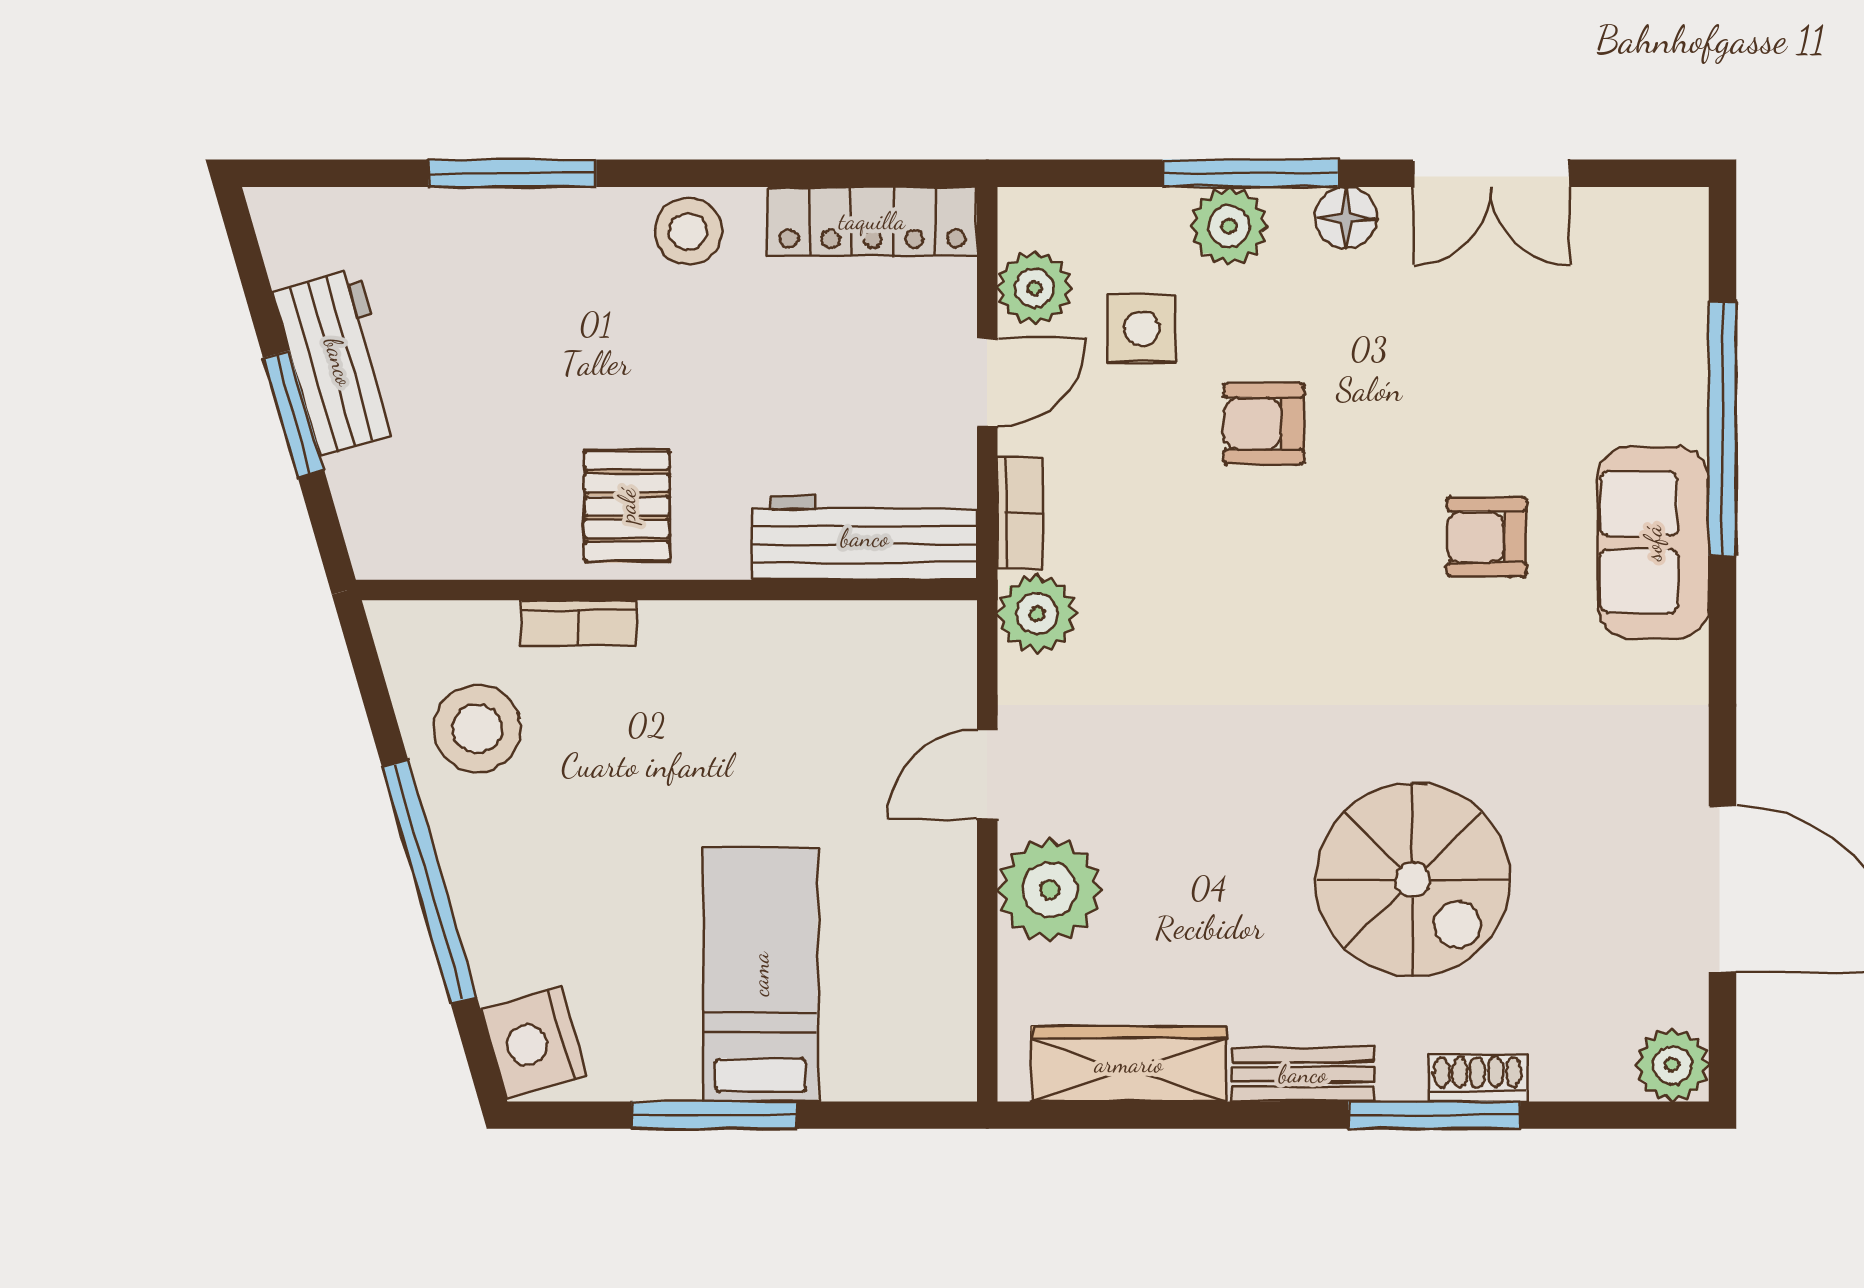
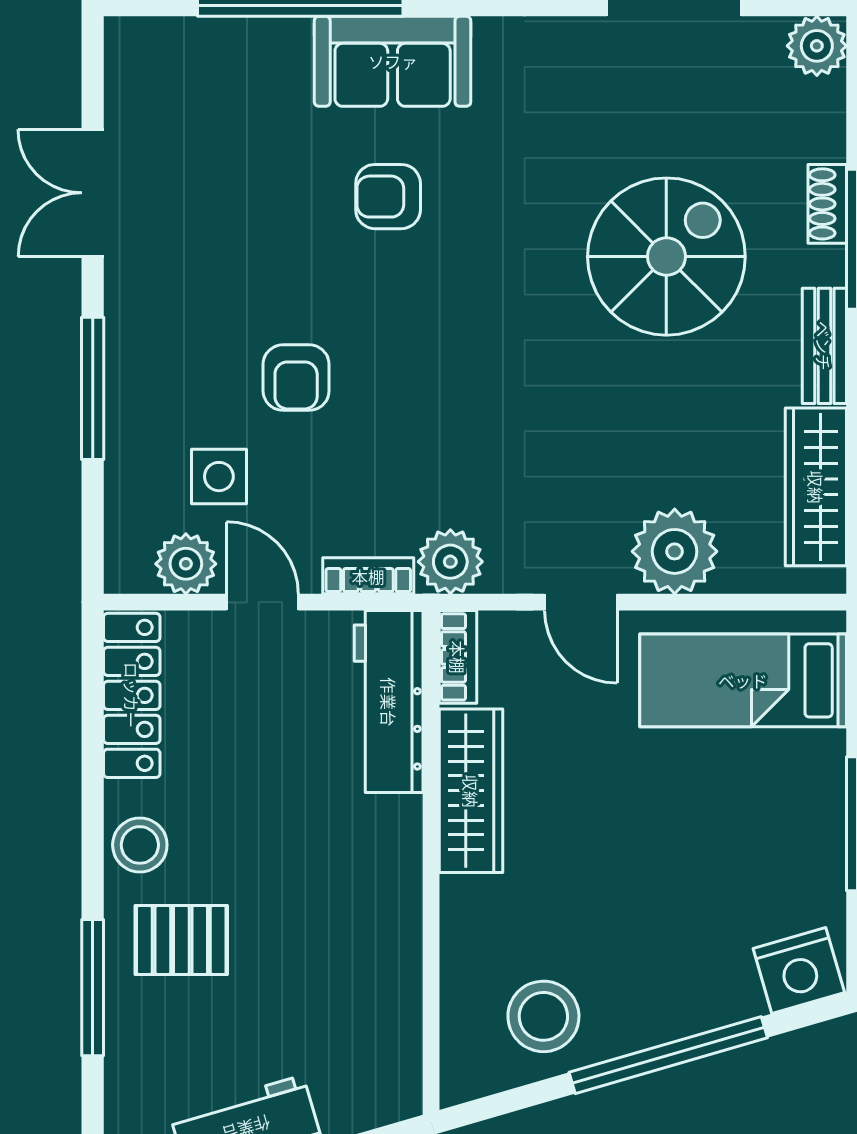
double door: (1491, 173) -> (93, 193), swing flipped
floor lamp: (1346, 218) -> (129, 311), removed
plant: (1229, 226) -> (136, 406), removed
pallet: (627, 506) -> (181, 940), moved
armchair: (1487, 537) -> (388, 197), turned 90
bookcase: (579, 623) -> (458, 657), moved
wardrobe: (755, 639) -> (471, 791), added
bed: (760, 974) -> (743, 680), moved

